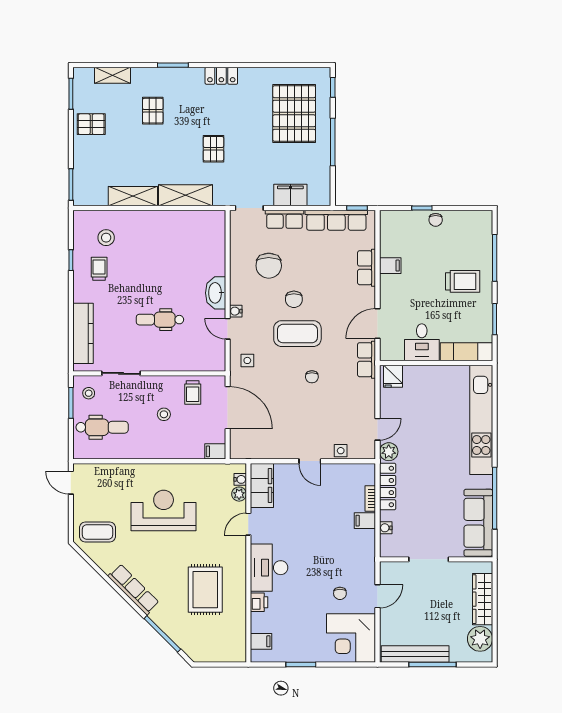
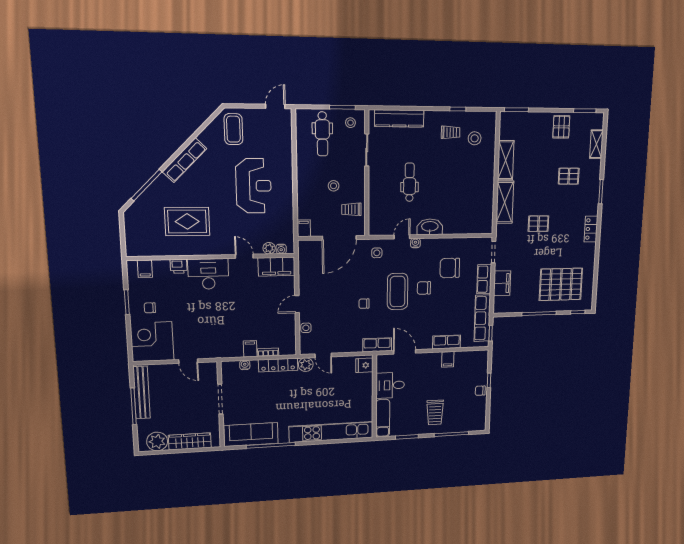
chair: (340, 593) -> (150, 308), moved

